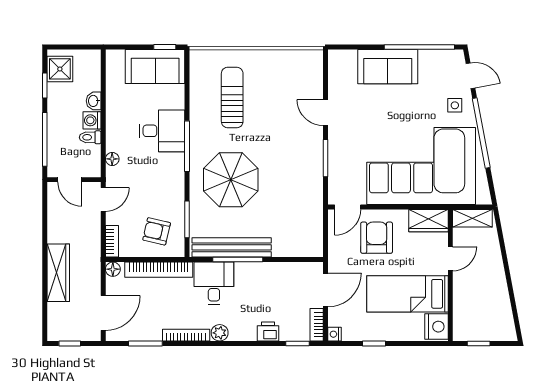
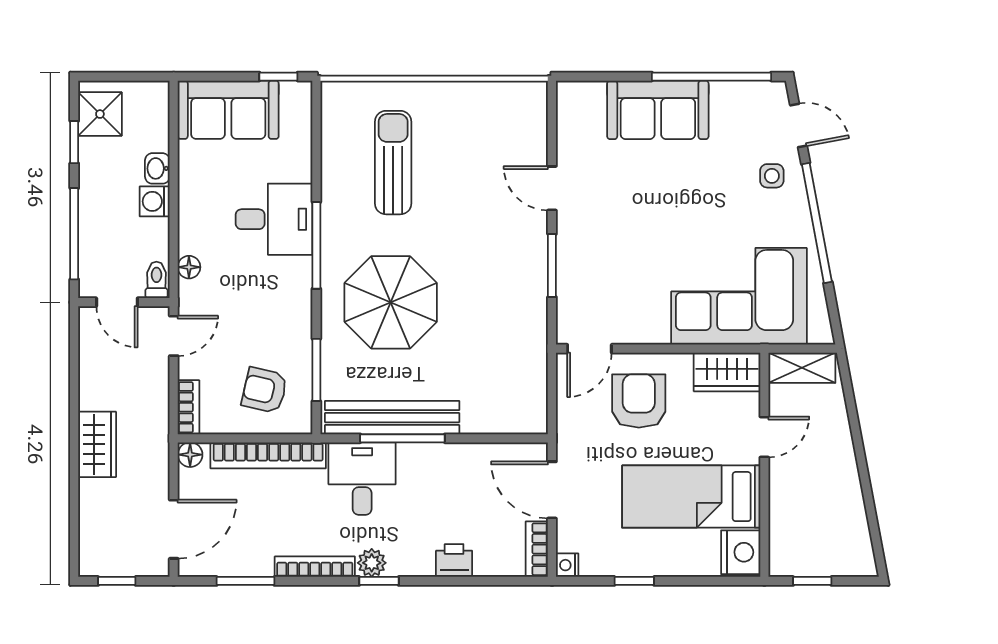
sofa: (155, 66) -> (228, 110), moved
toilet: (90, 137) -> (156, 280), moved, turned 90
corner sofa: (421, 166) -> (739, 296), width x0.73, depth x0.74
wardrobe: (58, 273) -> (97, 444), width x0.67
door: (326, 290) -> (552, 490), swing flipped
window: (297, 343) -> (379, 581), moved

